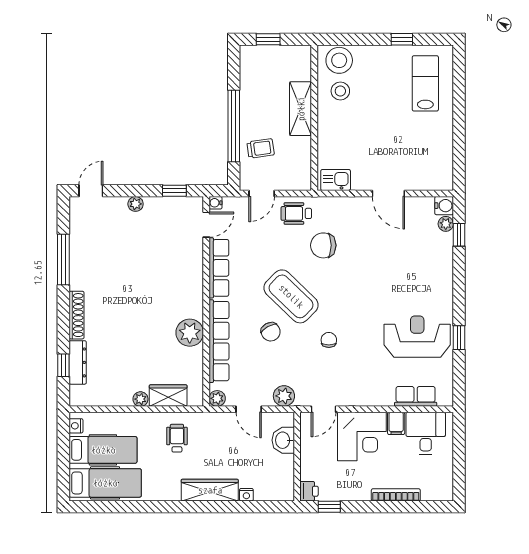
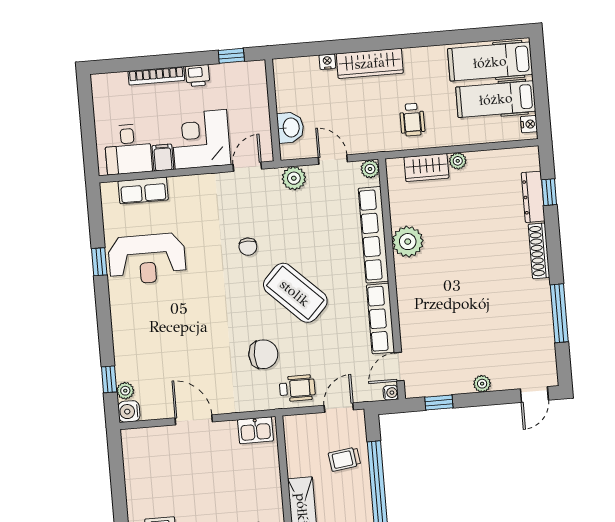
chair: (271, 332) -> (315, 250), removed
printer: (309, 491) -> (198, 76), moved, turned -90

